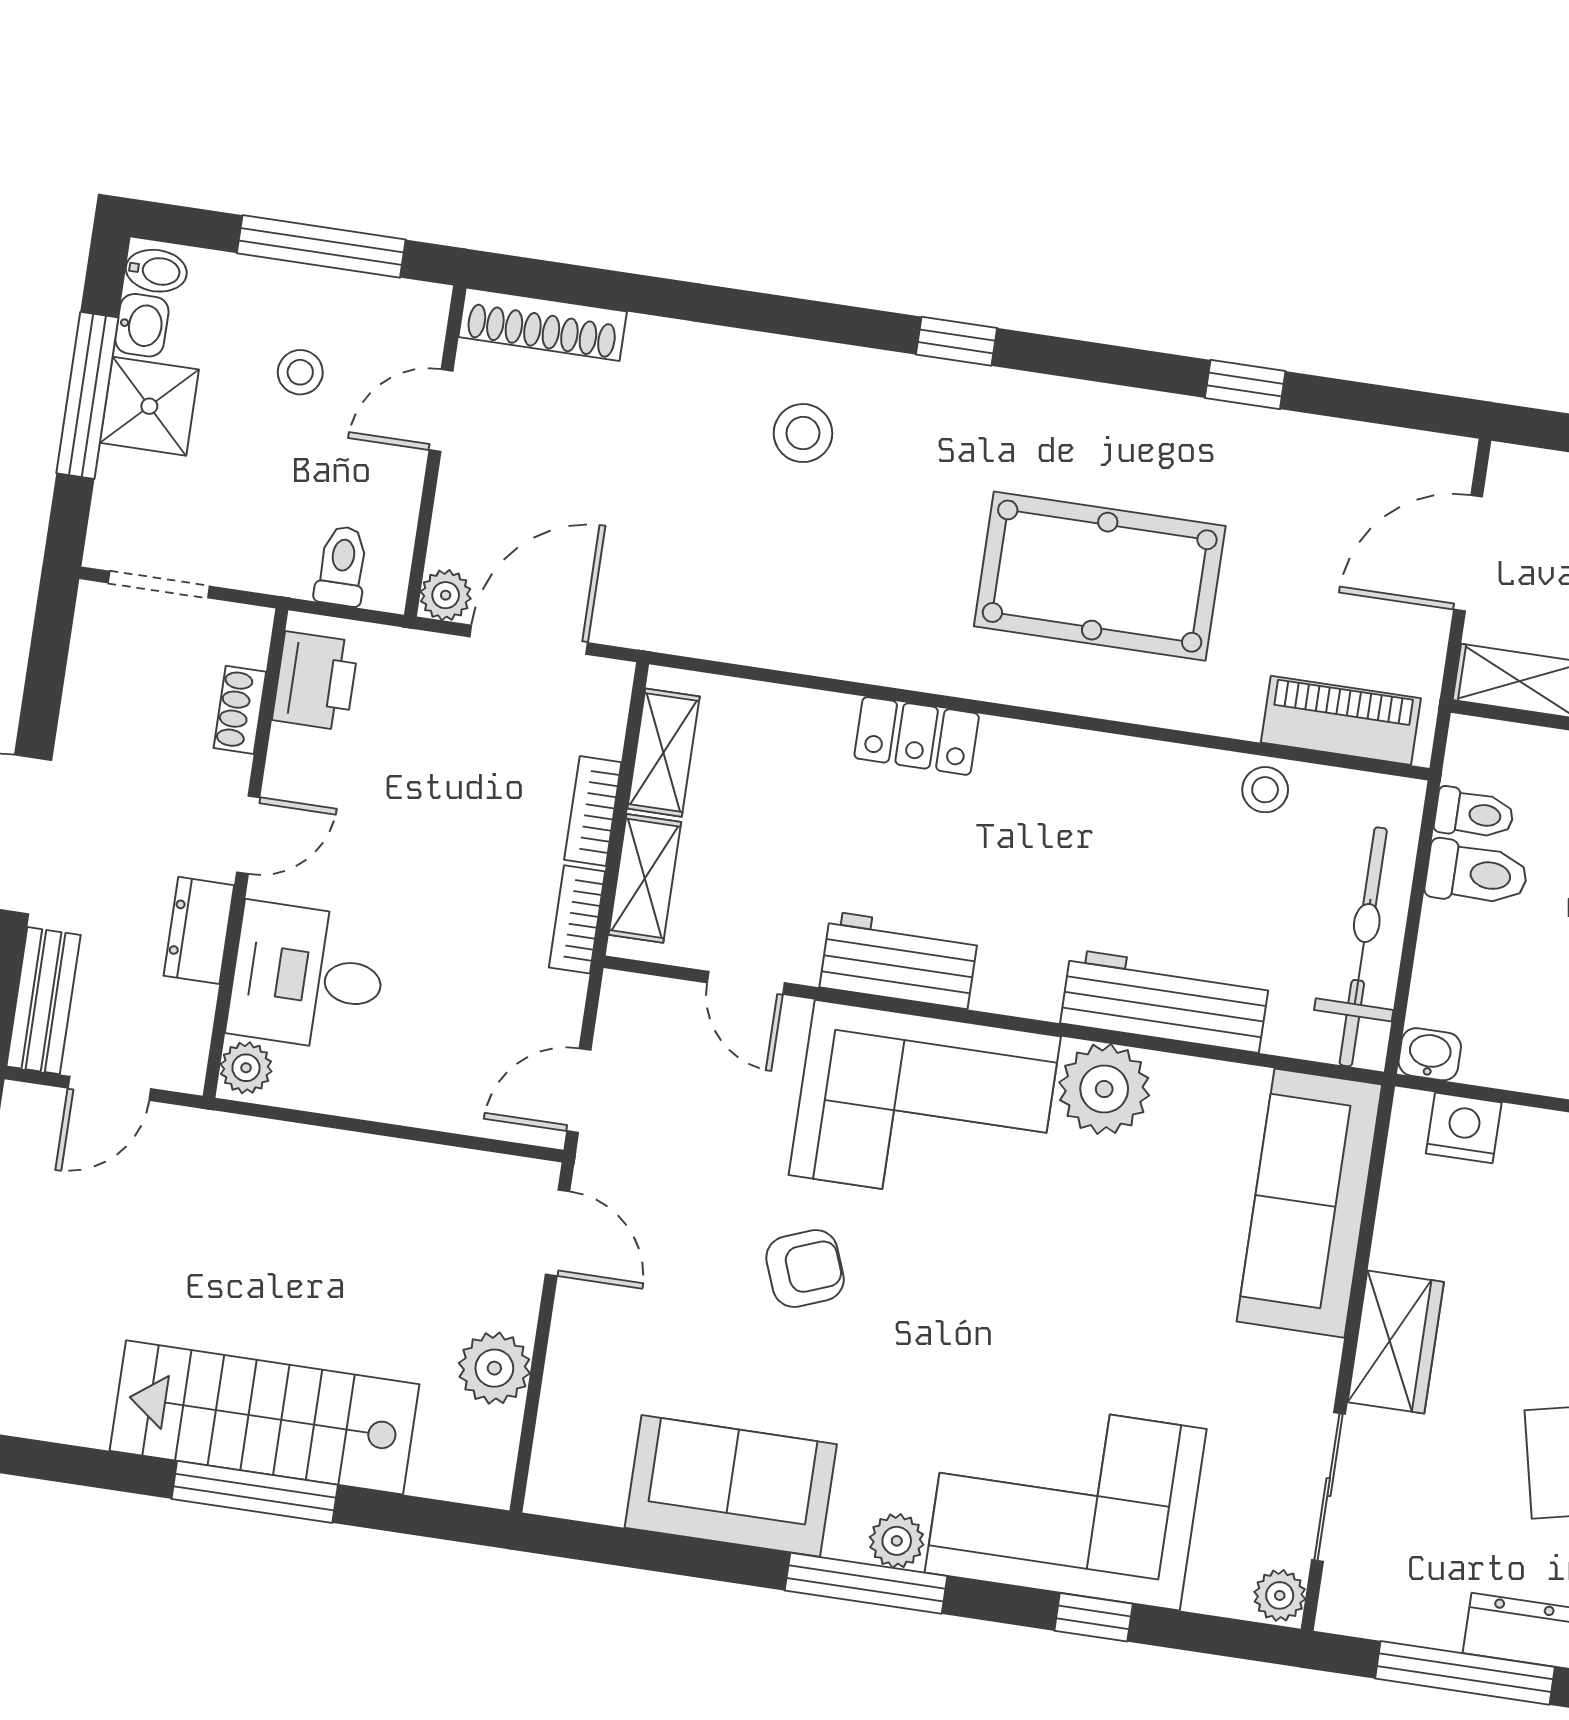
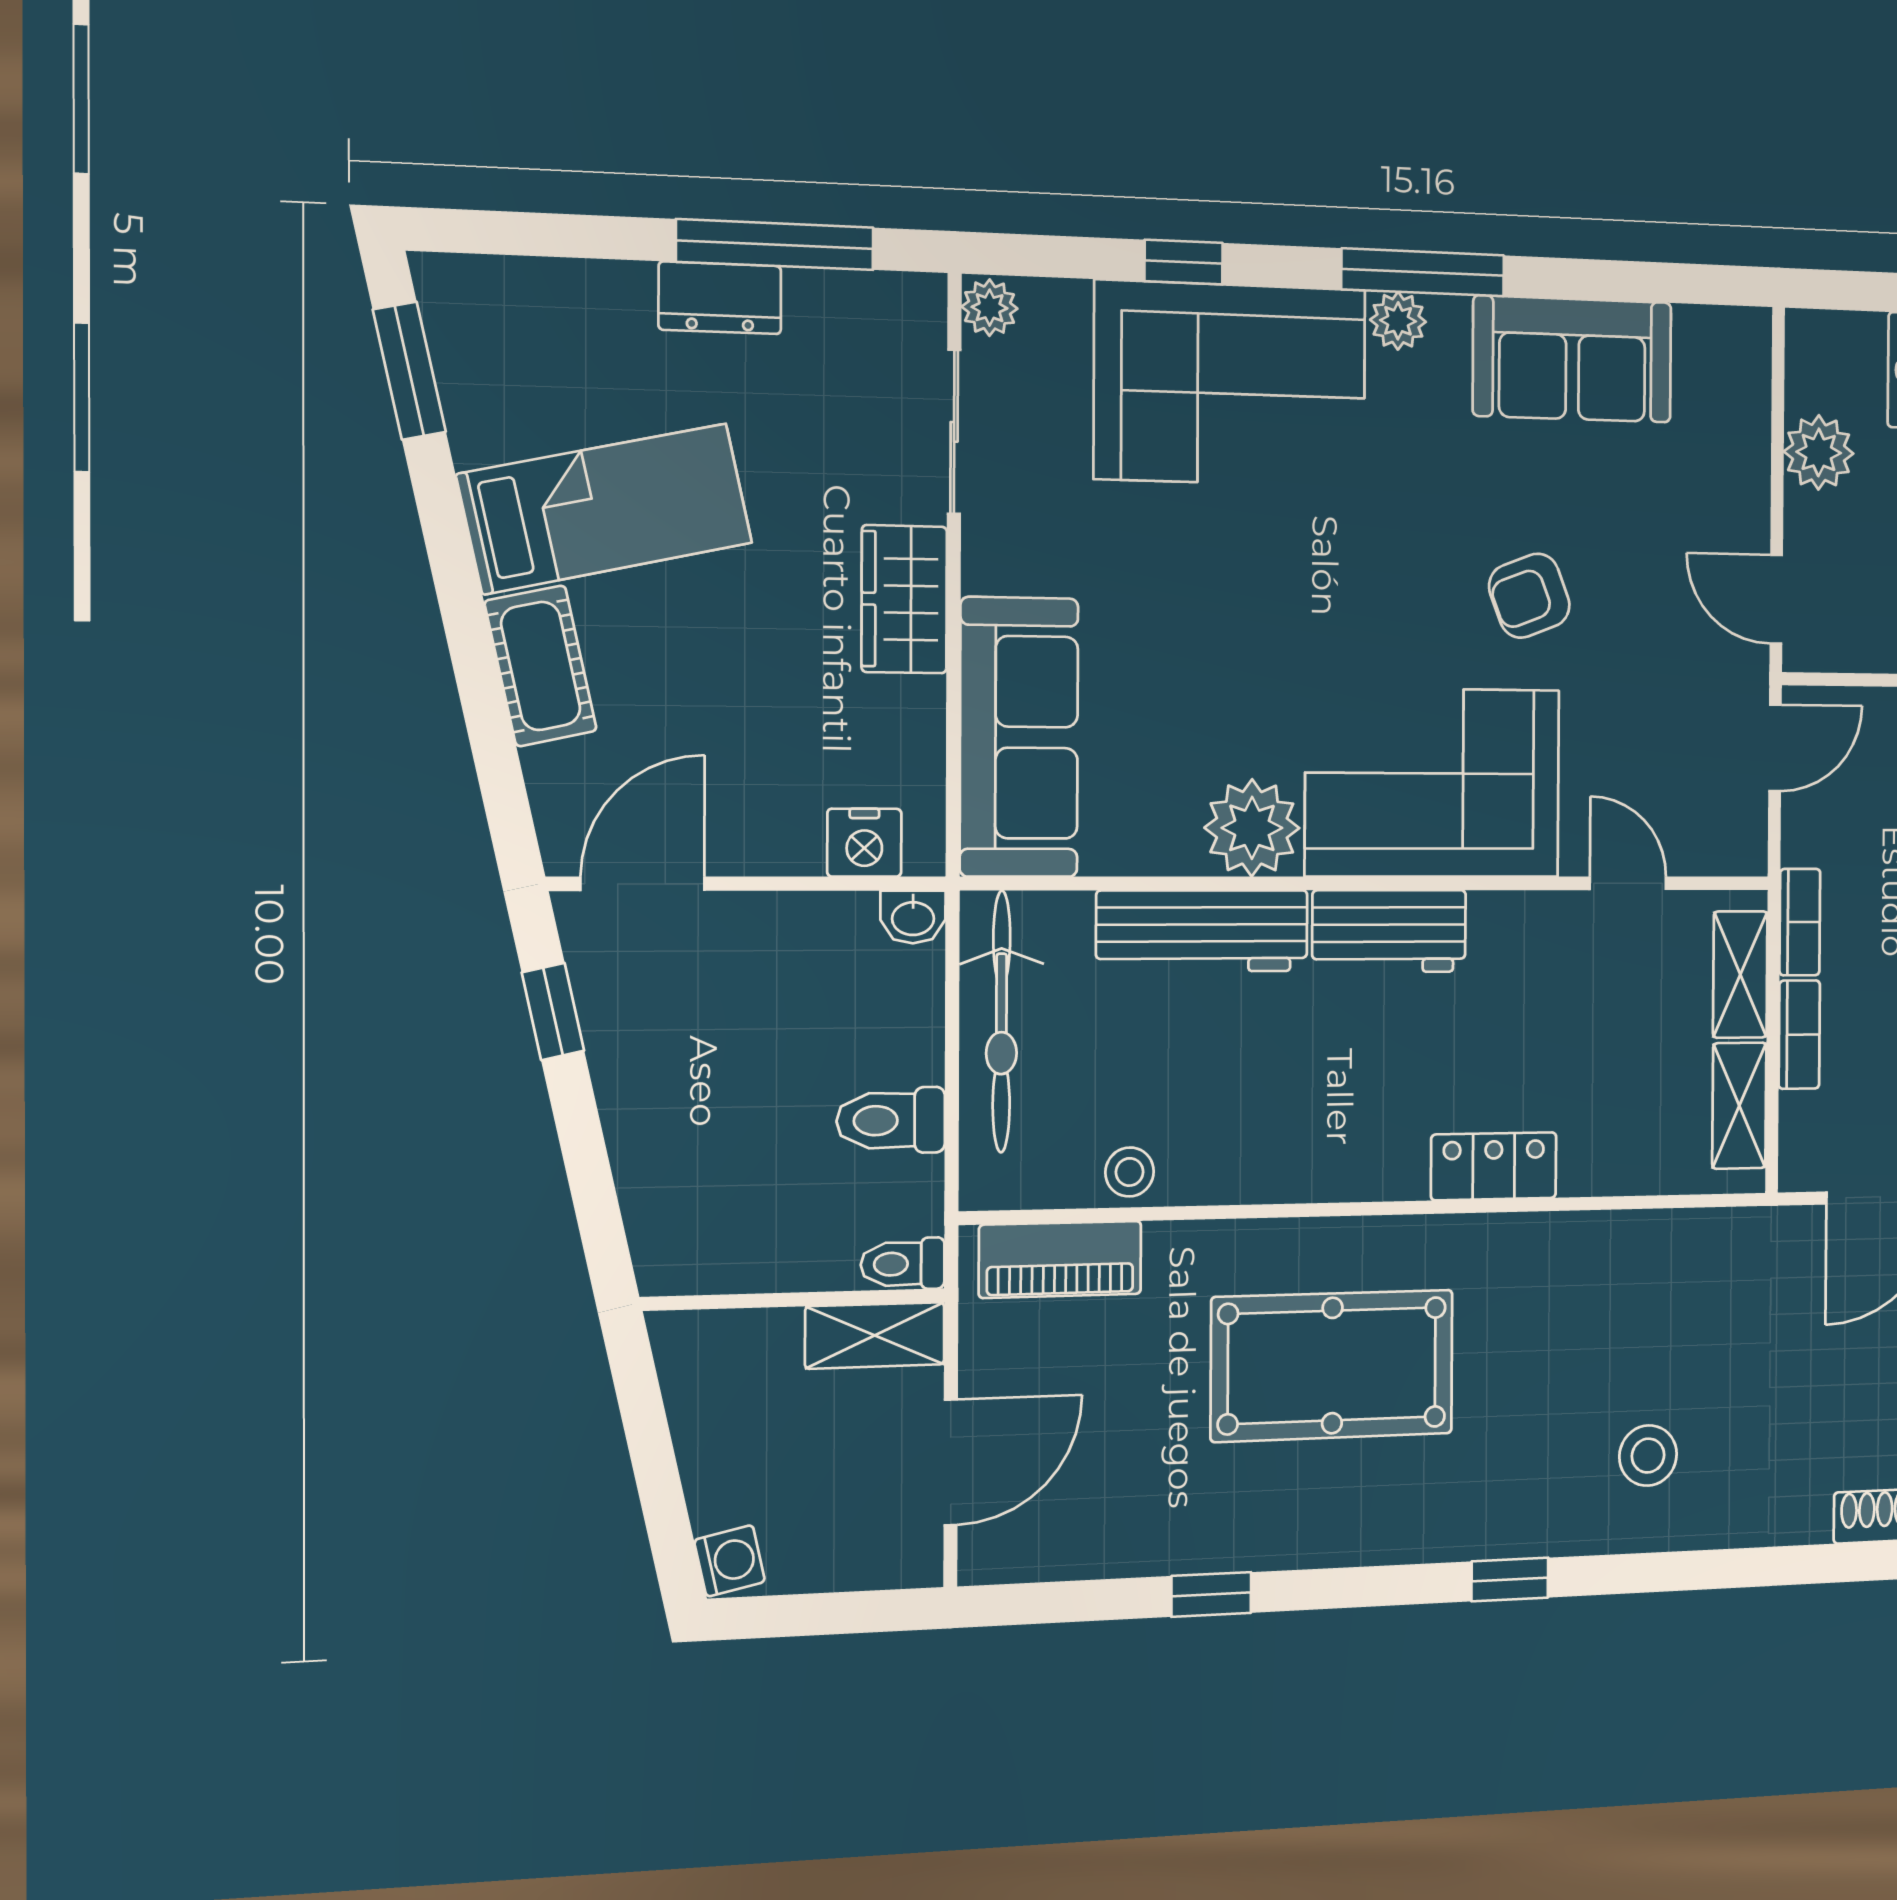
toilet: (1474, 814) -> (903, 1264), moved
workbench: (899, 960) -> (1389, 931), moved

